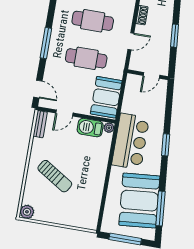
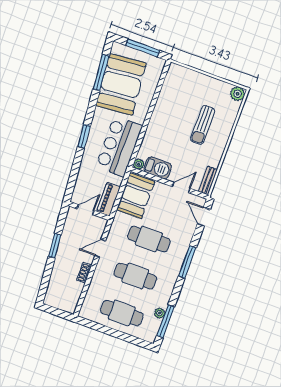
piano: (131, 89) -> (109, 199), added
sun lounger: (55, 176) -> (203, 125), turned -122

